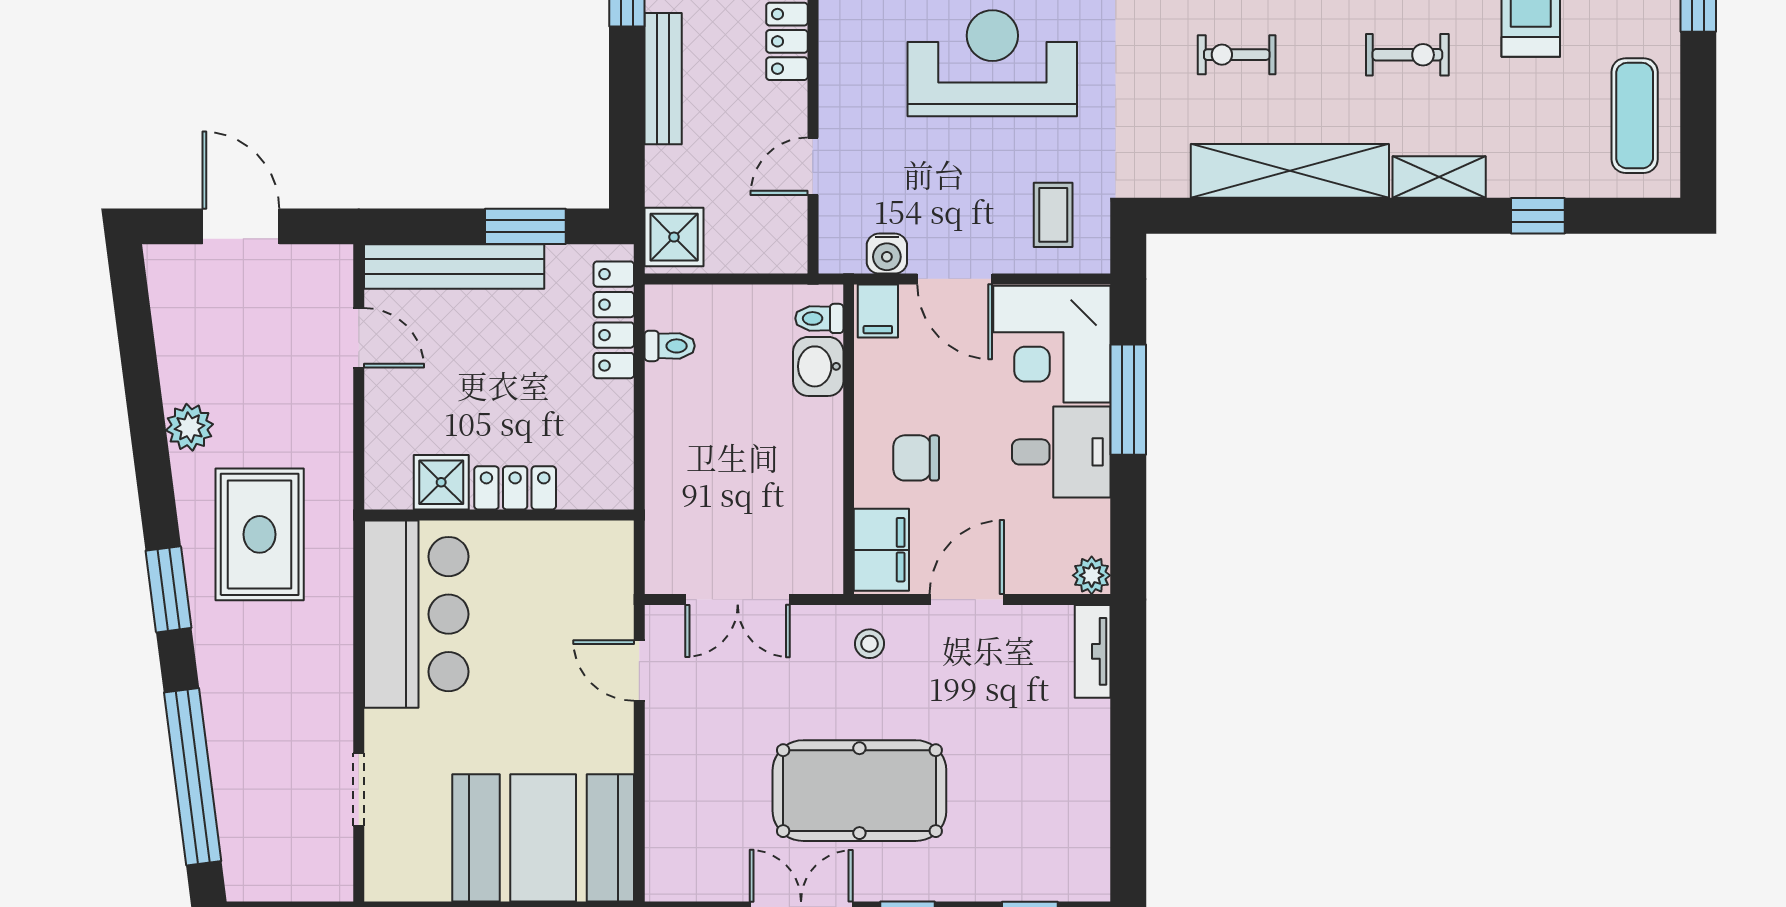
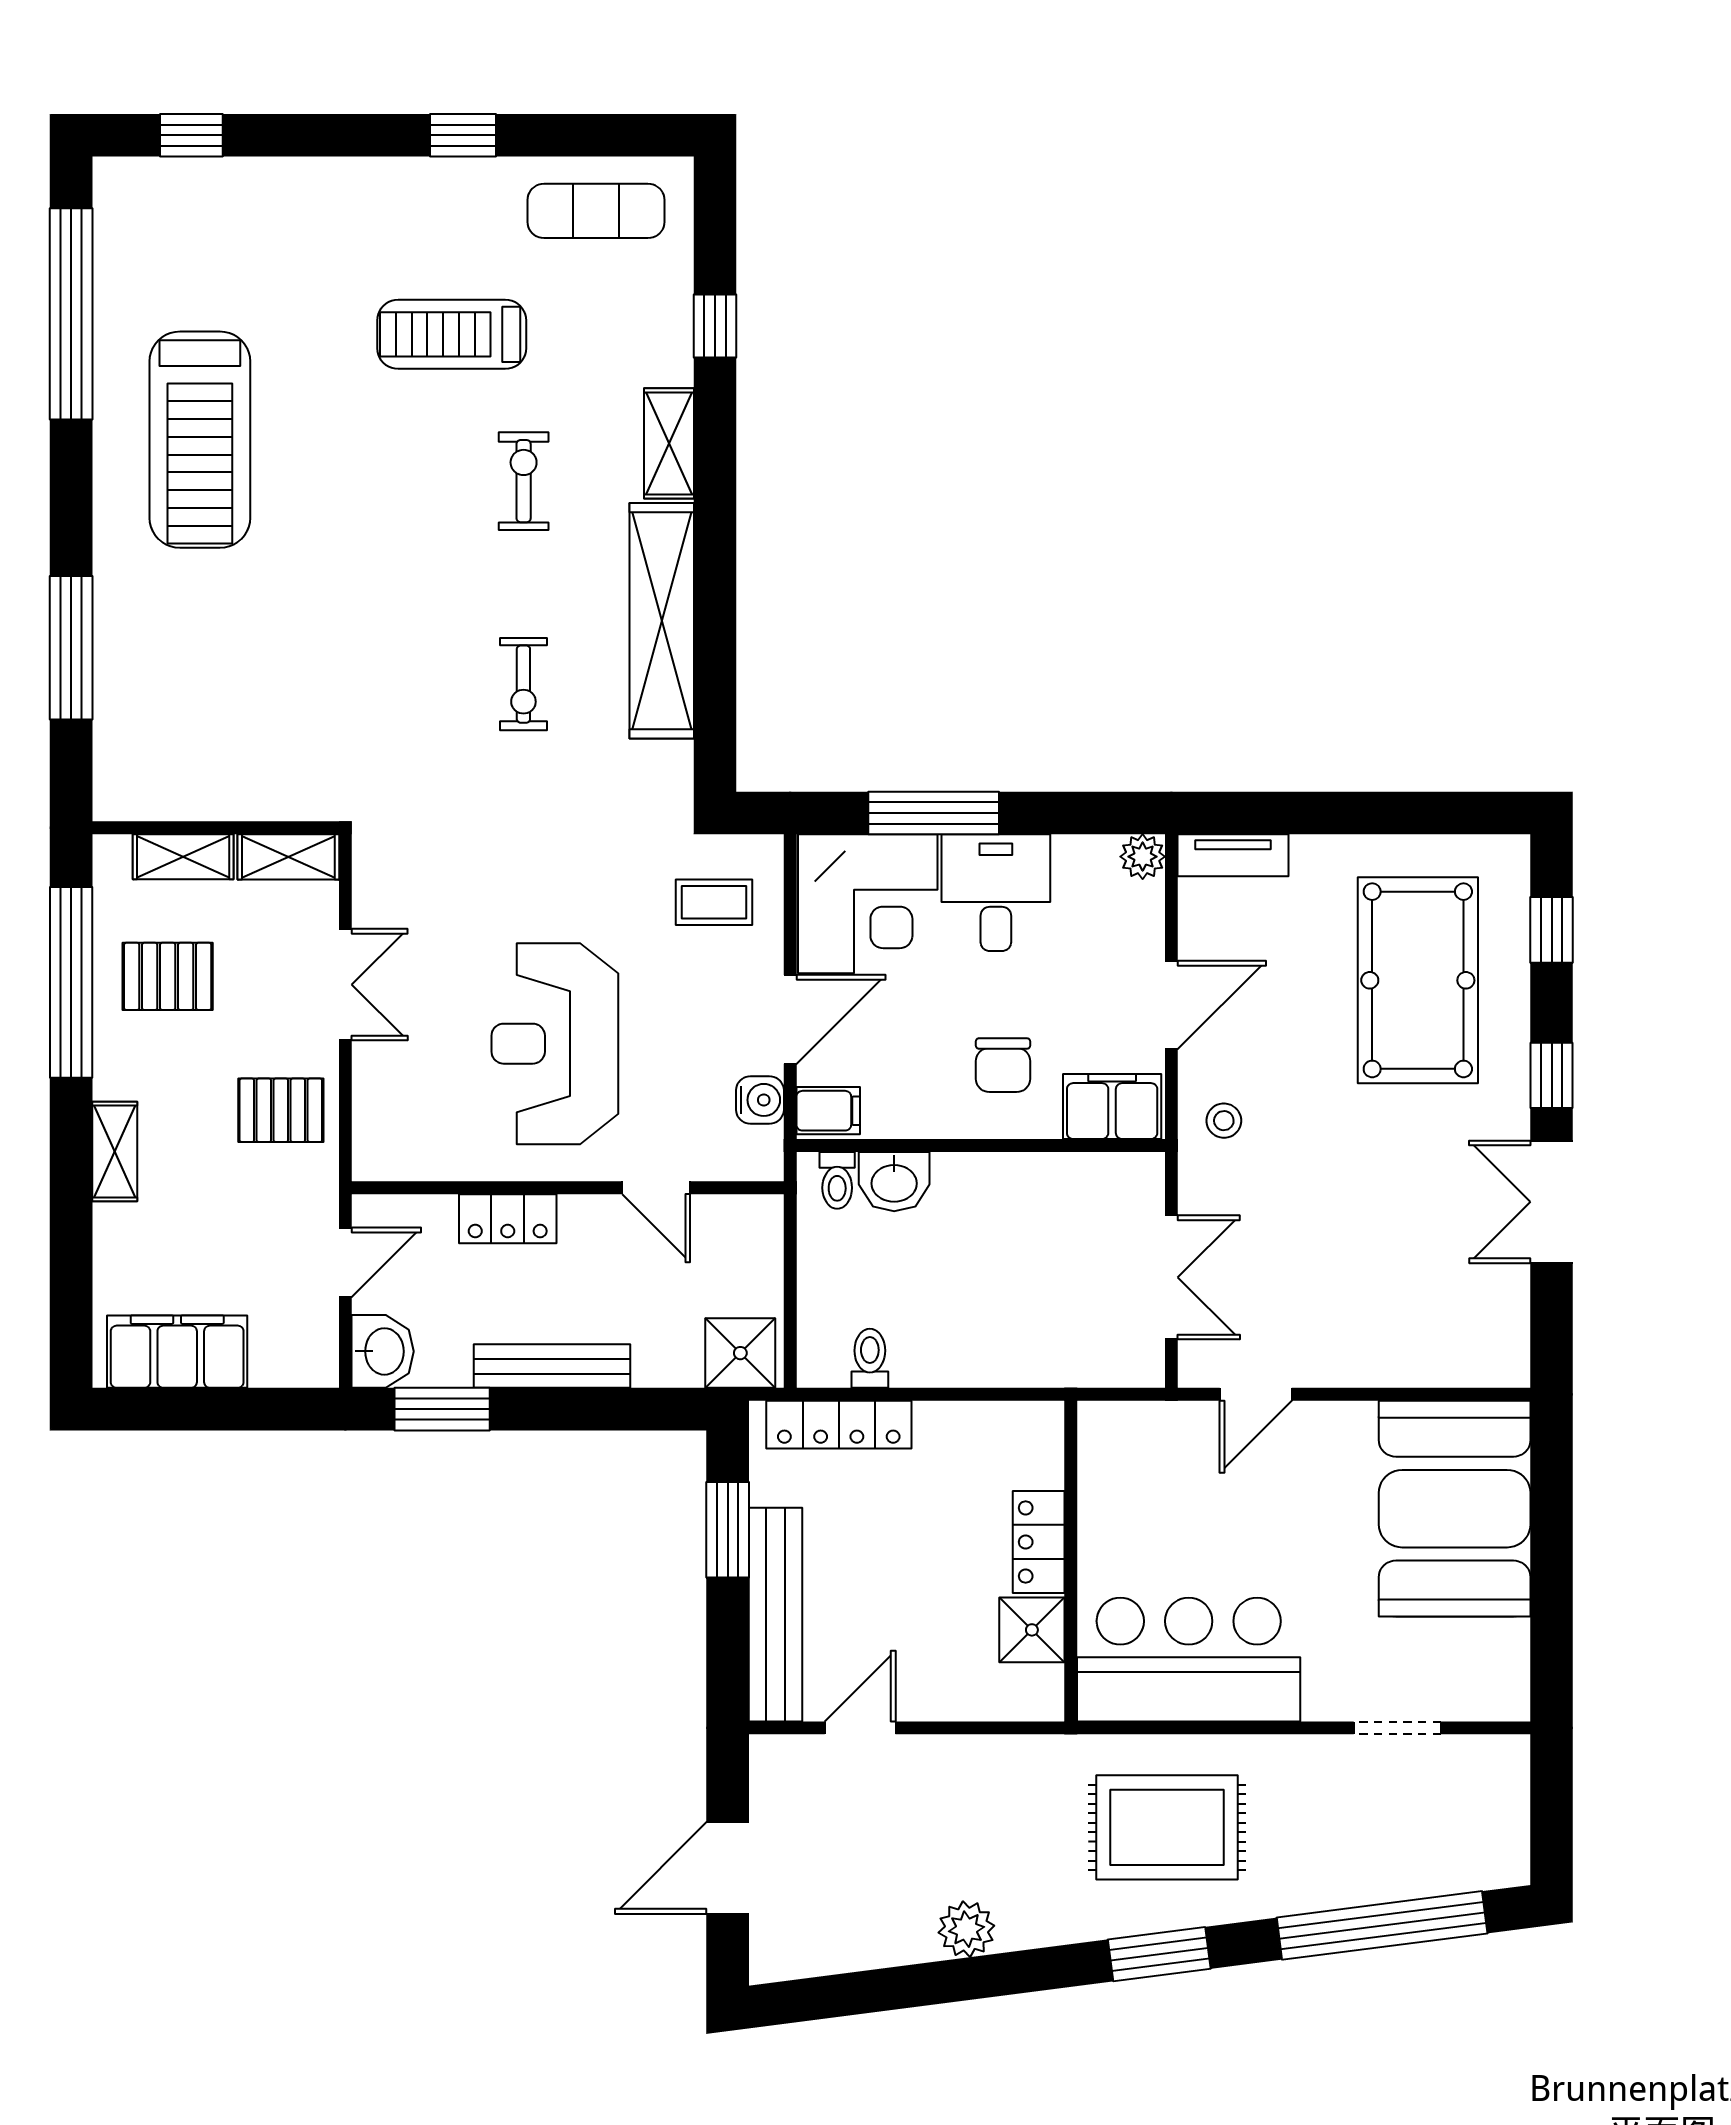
reception desk: (992, 63) -> (555, 1044), moved
rug: (260, 534) -> (1167, 1827), moved
door: (967, 600) -> (1171, 1005), swing flipped
pool table: (859, 791) -> (1418, 980), moved

